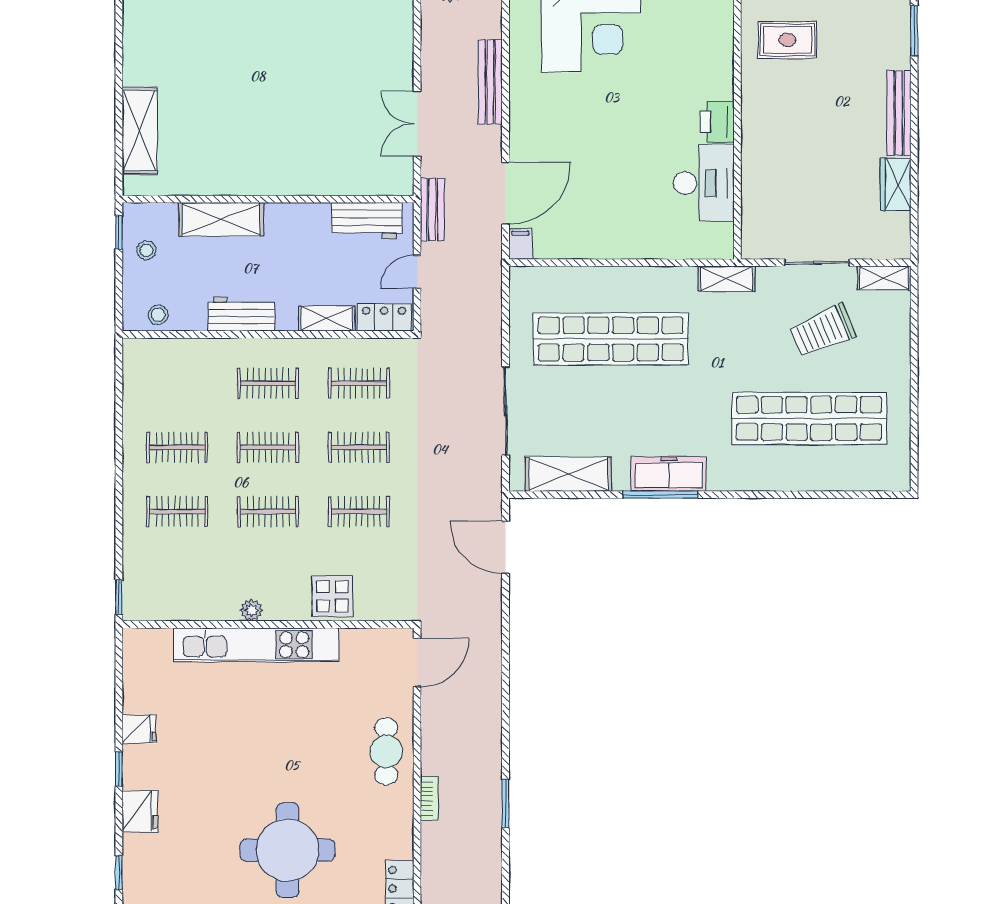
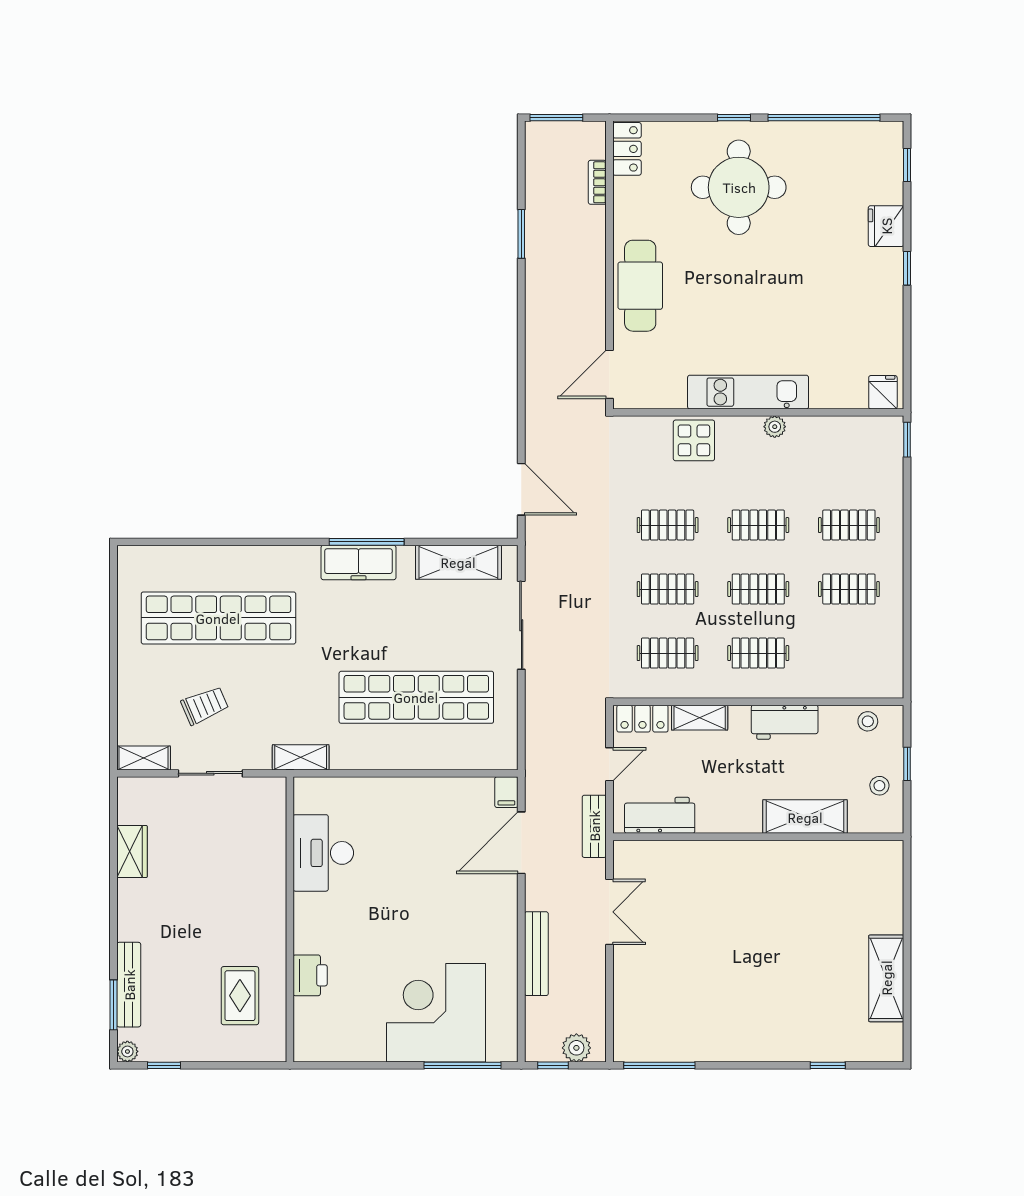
rug: (787, 40) -> (240, 996), turned 90
bench: (899, 113) -> (129, 985), moved
printer: (717, 122) -> (310, 975), moved
shelving: (140, 131) -> (886, 978), moved
window: (119, 232) -> (907, 764), moved
trolley: (823, 331) -> (205, 705), width x0.73, depth x0.72
kitchen unit: (256, 645) -> (748, 392), width x0.73
fridge: (139, 729) -> (883, 392), moved, turned 90
cafe table: (386, 751) -> (640, 286), width x1.37, depth x1.35
bookcase: (429, 799) -> (597, 182), moved

